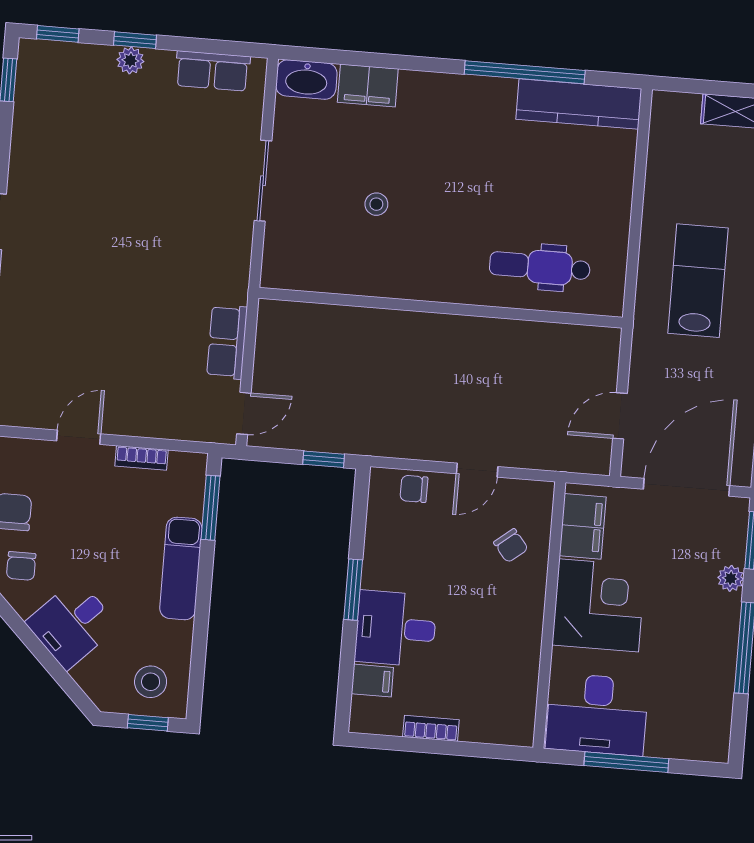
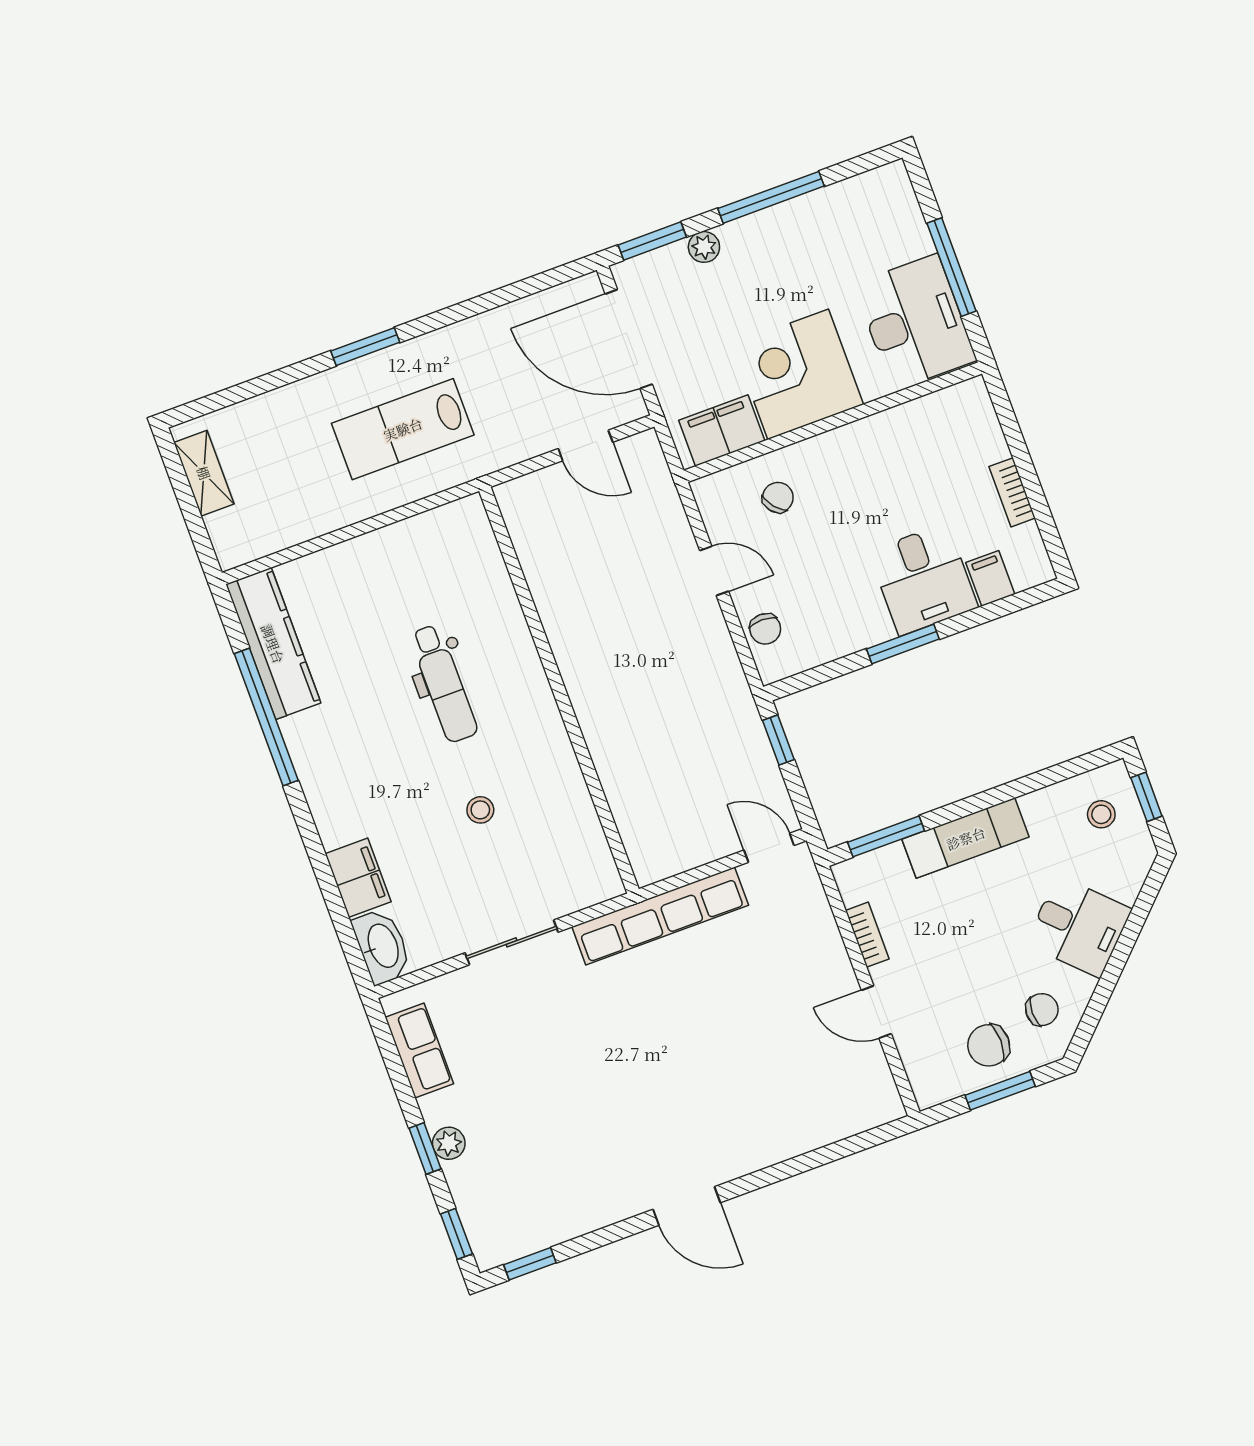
dental chair: (540, 267) -> (444, 684), moved
row of seats: (227, 342) -> (660, 916), width x2.02
stool: (151, 682) -> (1101, 814), width x0.73, depth x0.73

